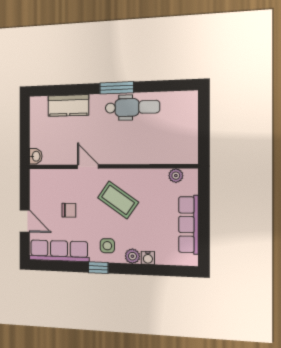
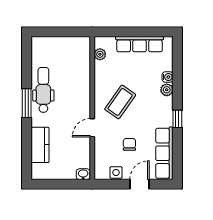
side table: (107, 246) -> (116, 173), moved

